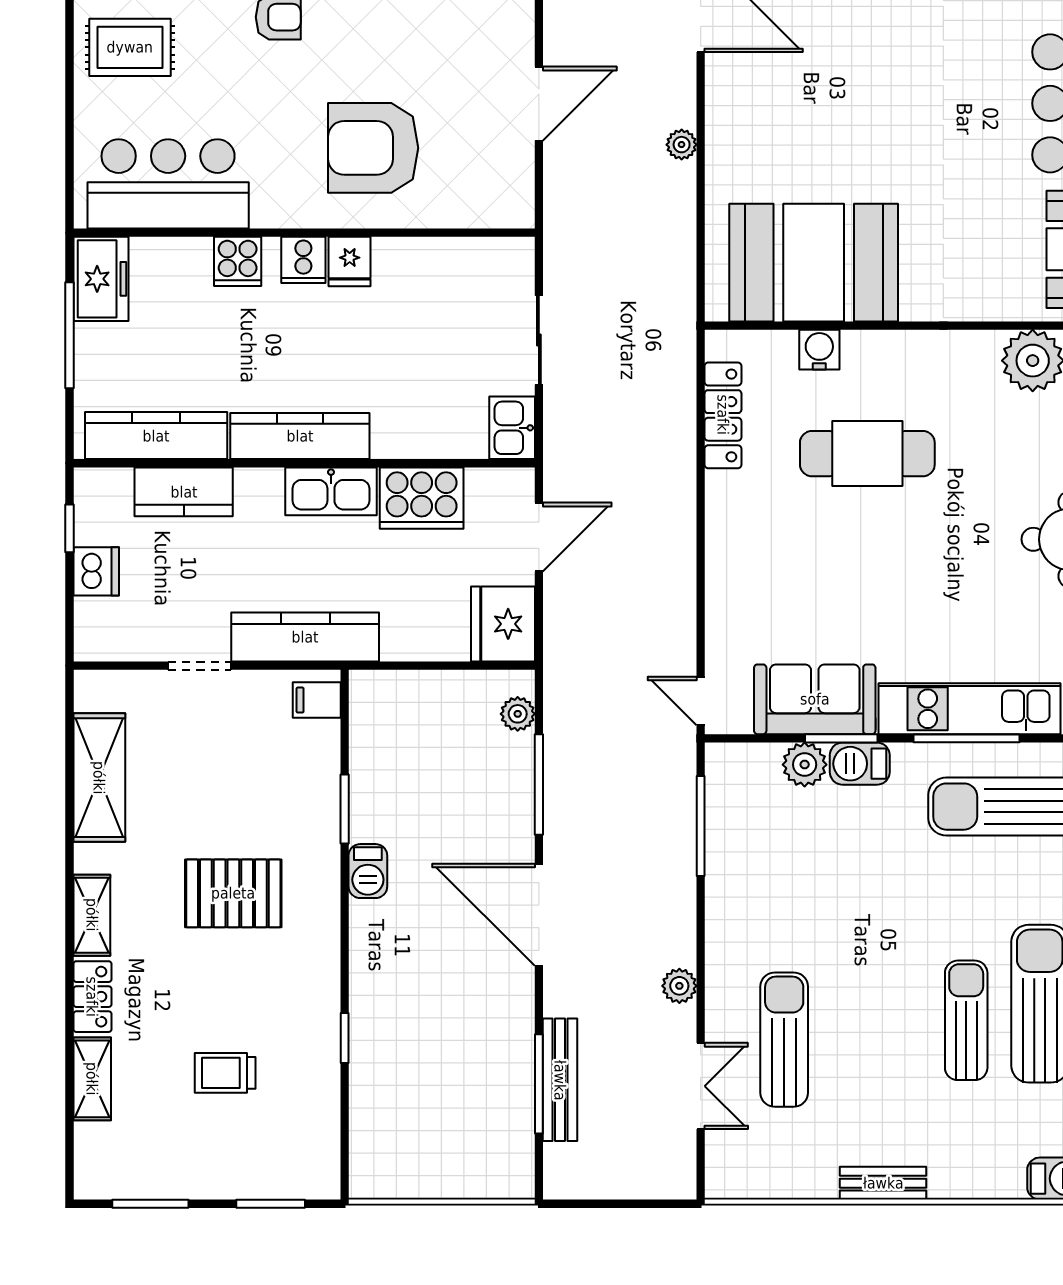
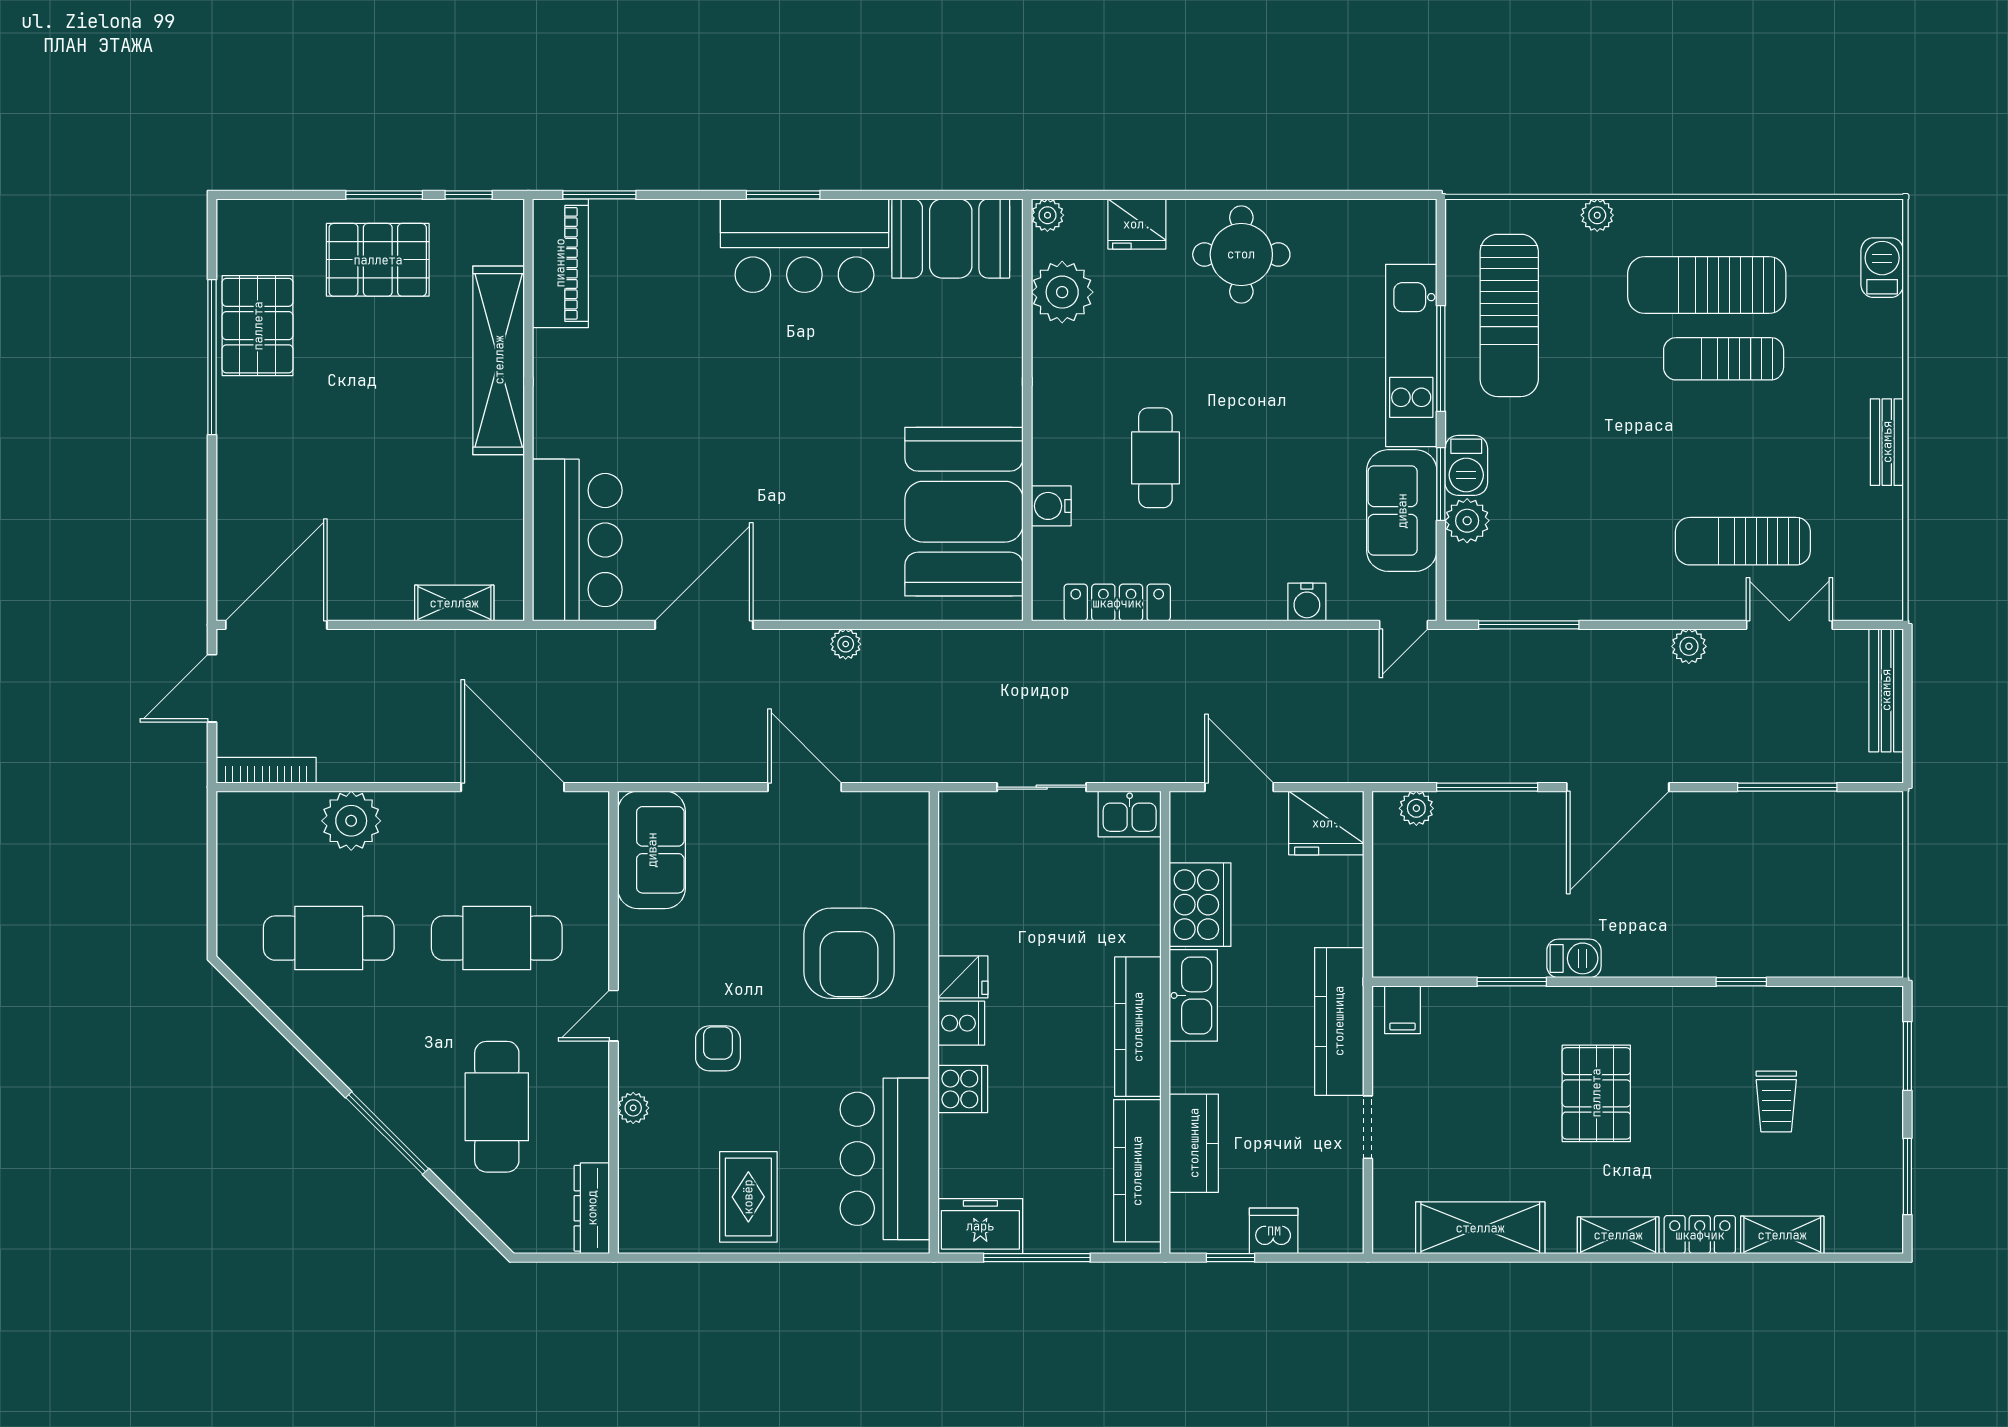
cafe table: (867, 454) -> (1155, 458), width x0.73, depth x0.74
water cooler: (724, 605) -> (1307, 602), added
bench: (560, 1080) -> (1886, 690), moved, turned 90

